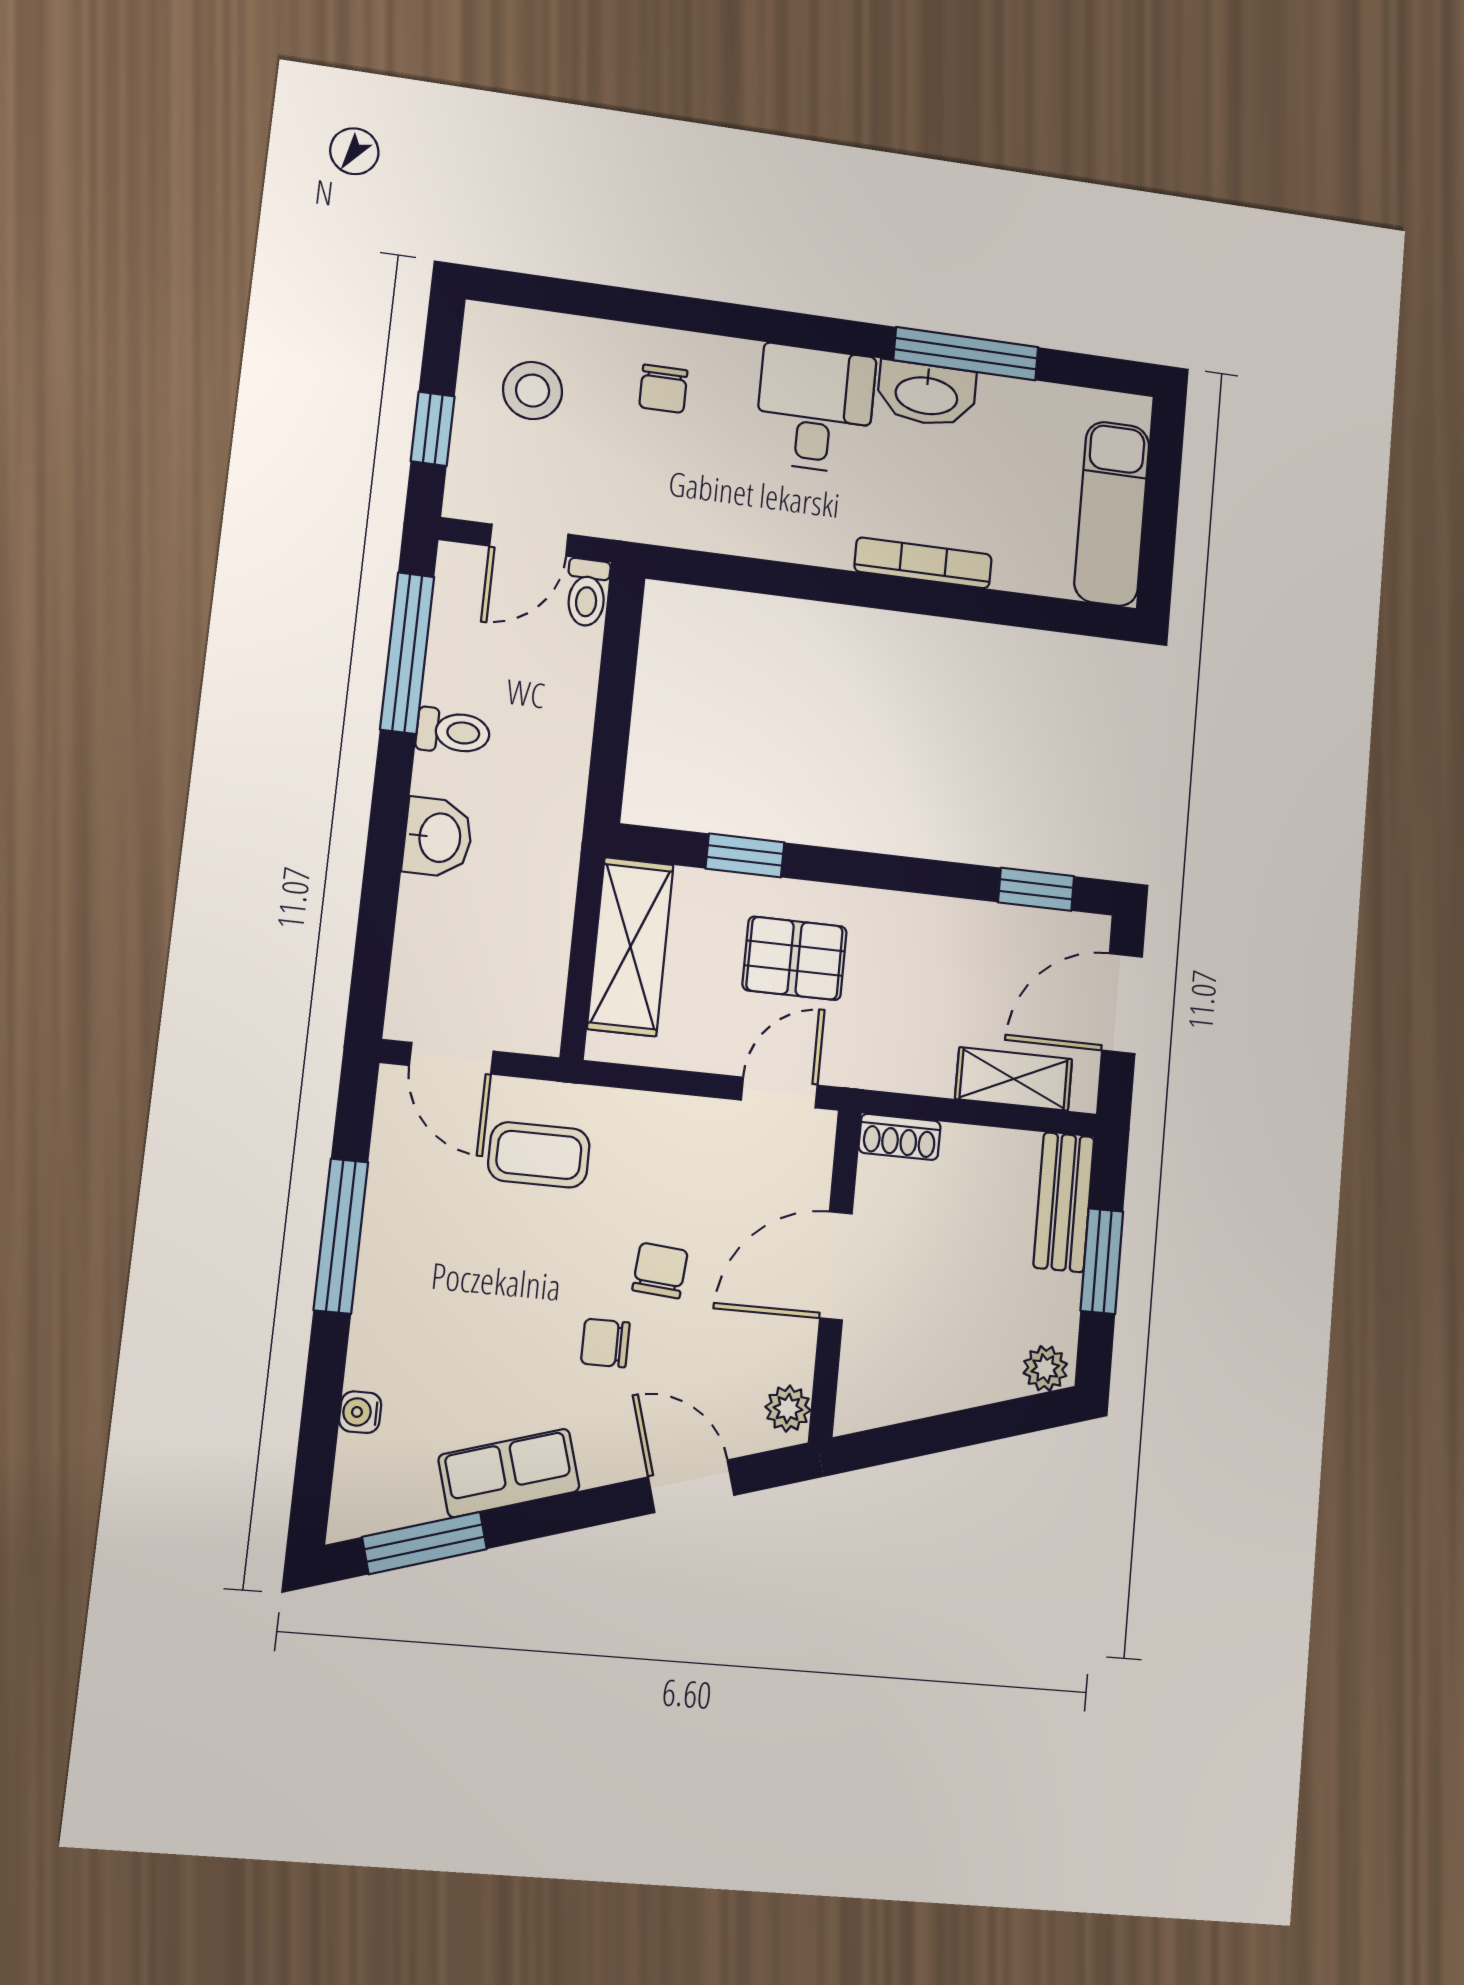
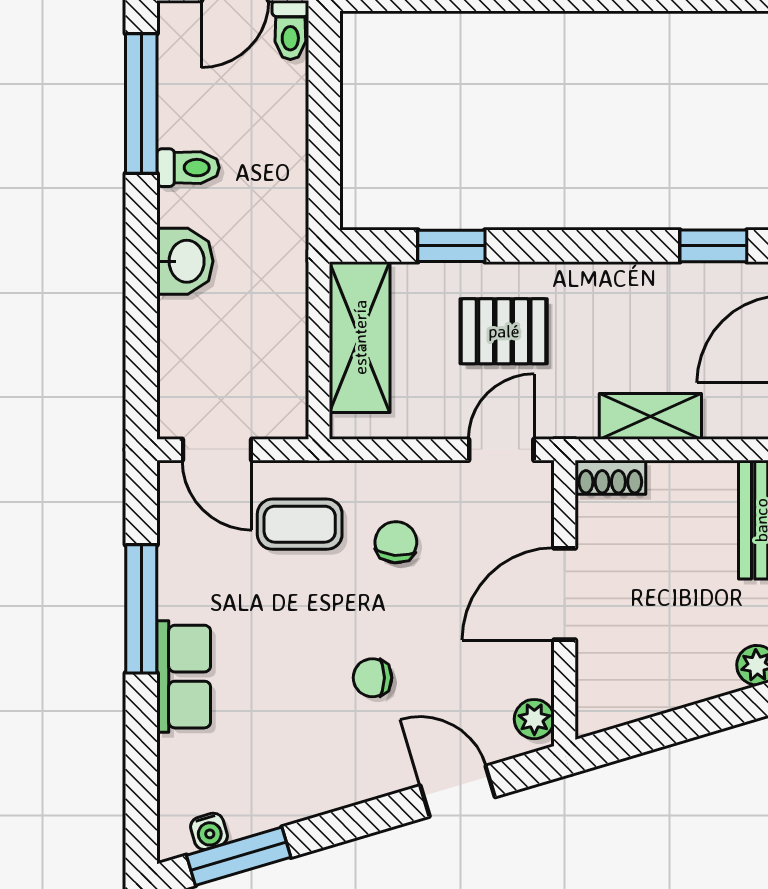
shelving: (1014, 1079) -> (650, 416), moved
chair: (660, 1270) -> (396, 542), moved
water cooler: (360, 1412) -> (209, 831), moved, turned -107
row of seats: (509, 1473) -> (184, 677), moved, turned 107

